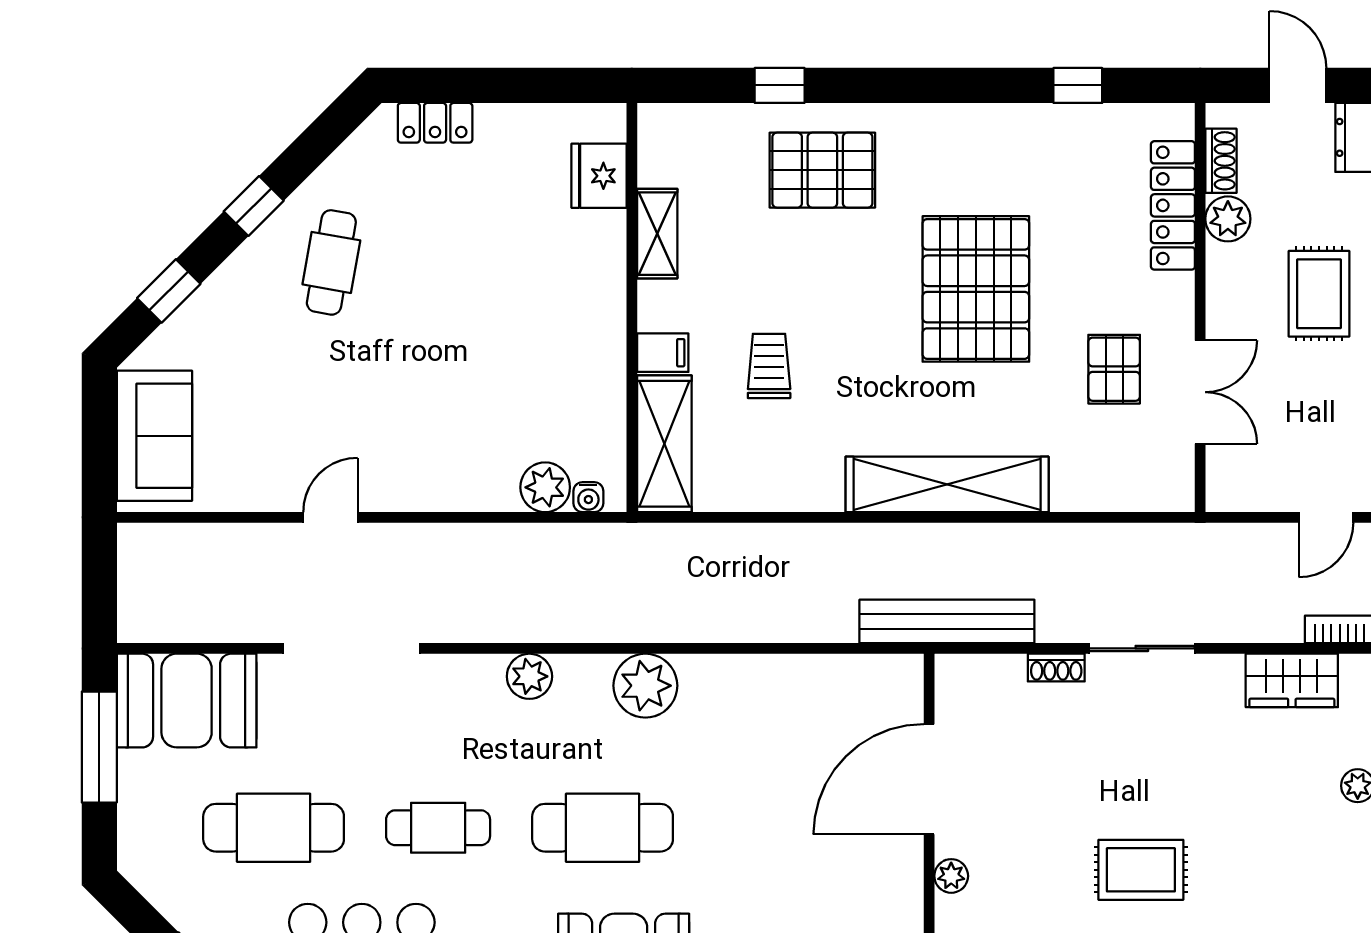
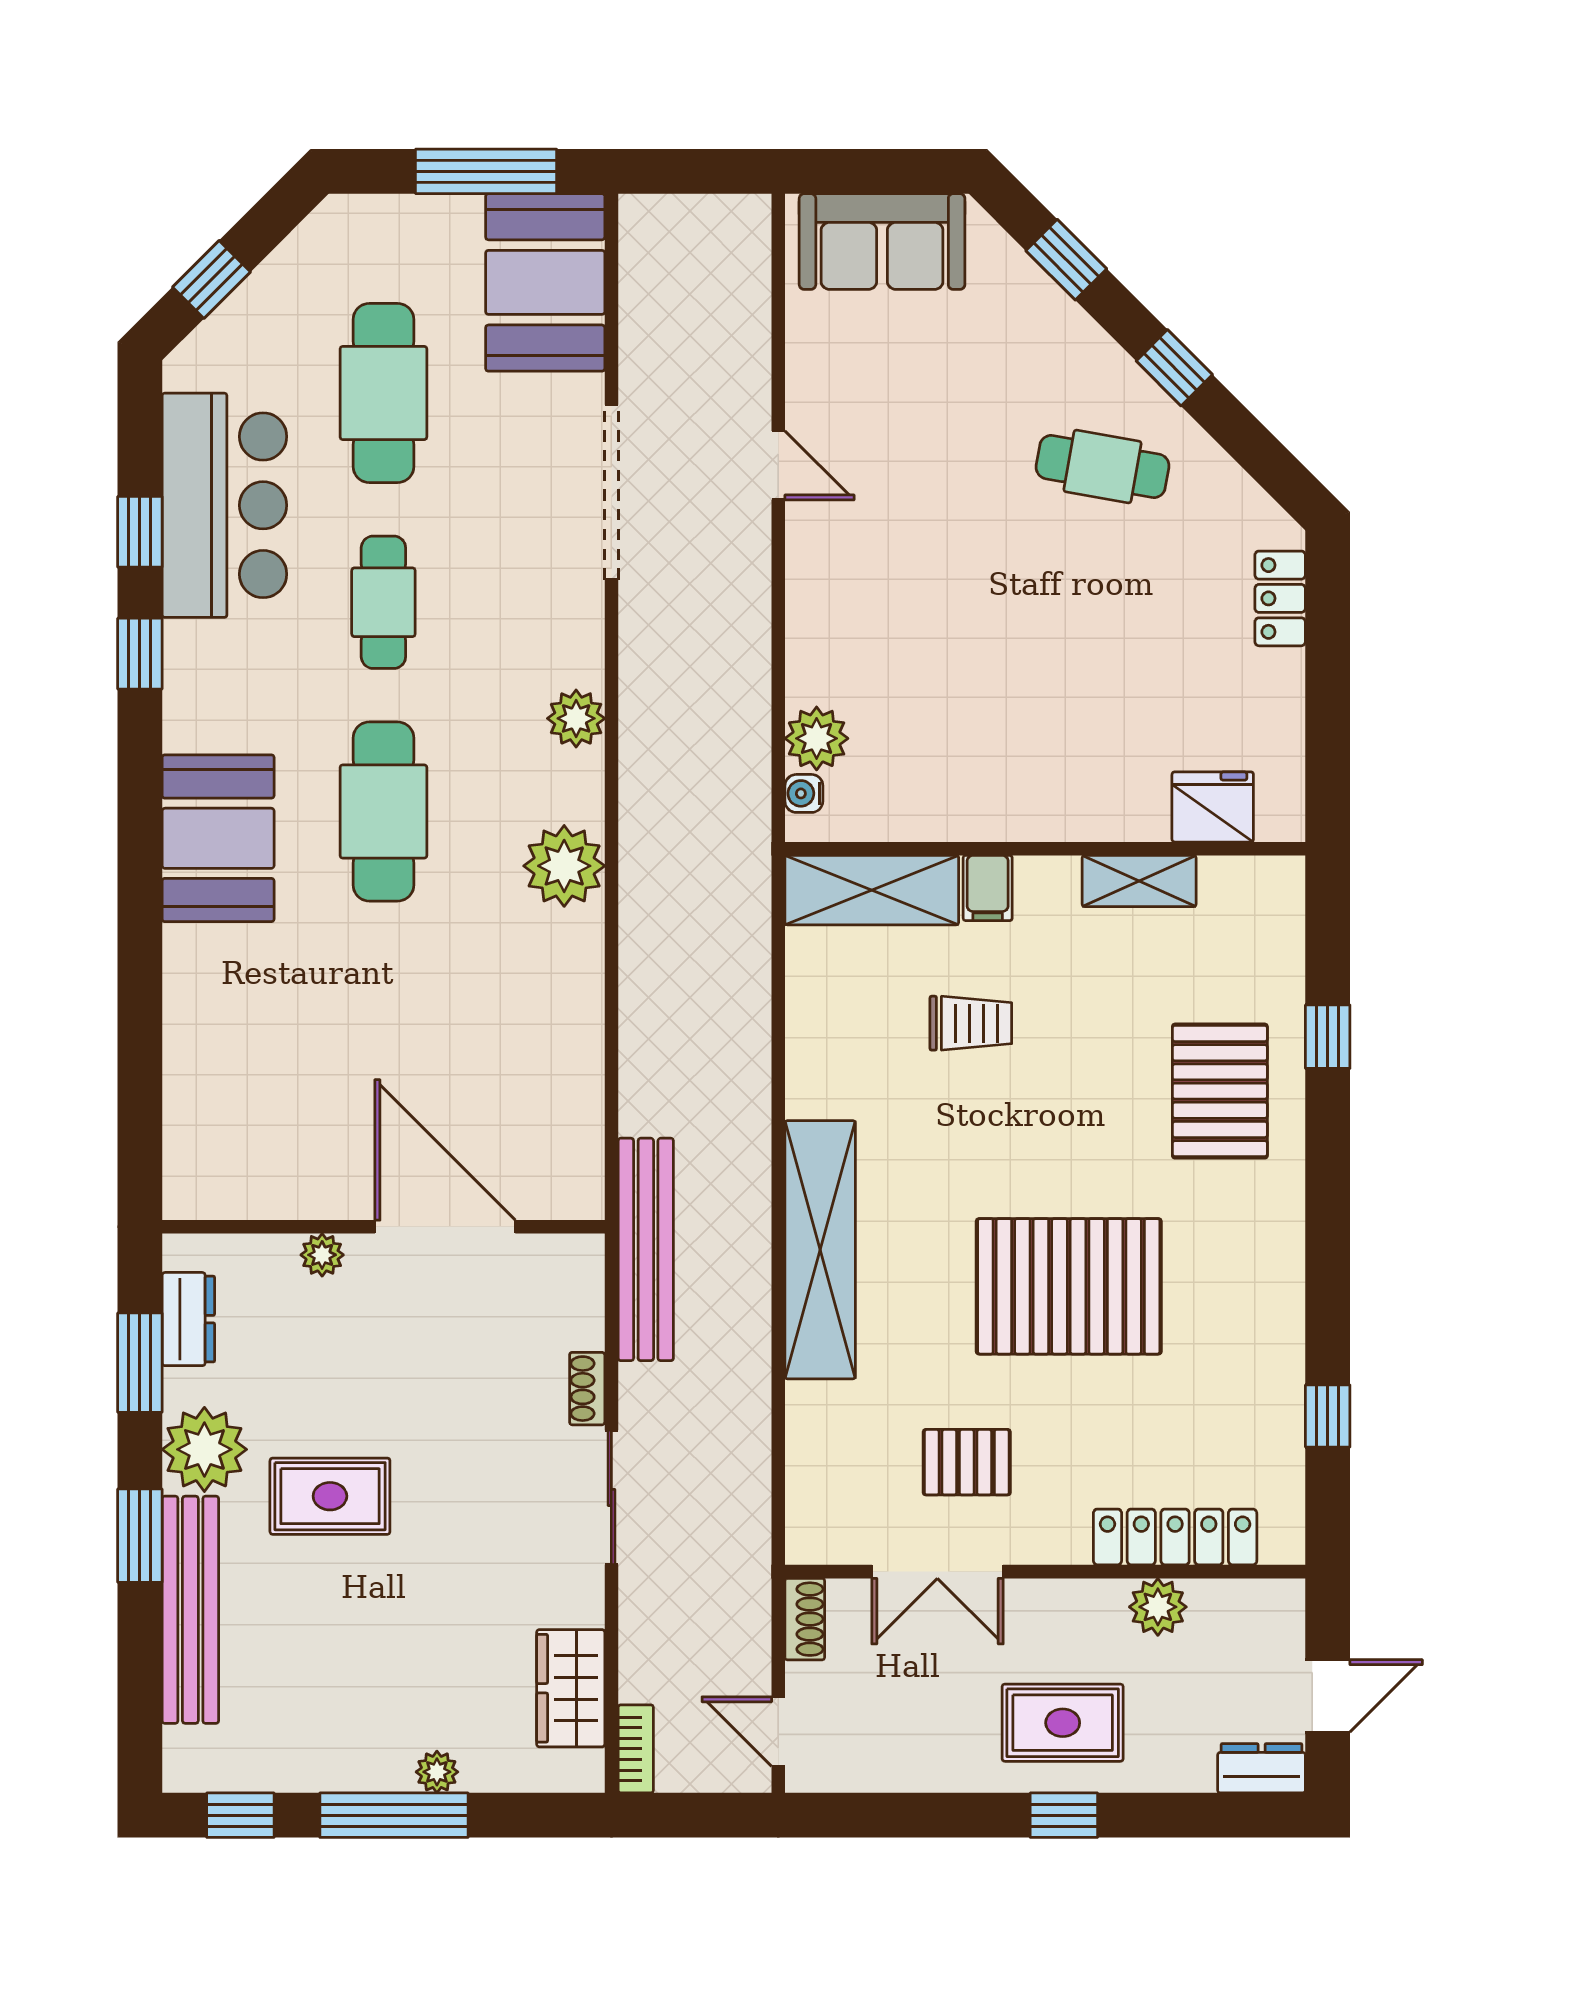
shoe rack: (1221, 161) -> (805, 1619), moved, turned -90
rug: (1141, 870) -> (330, 1496), turned 90

